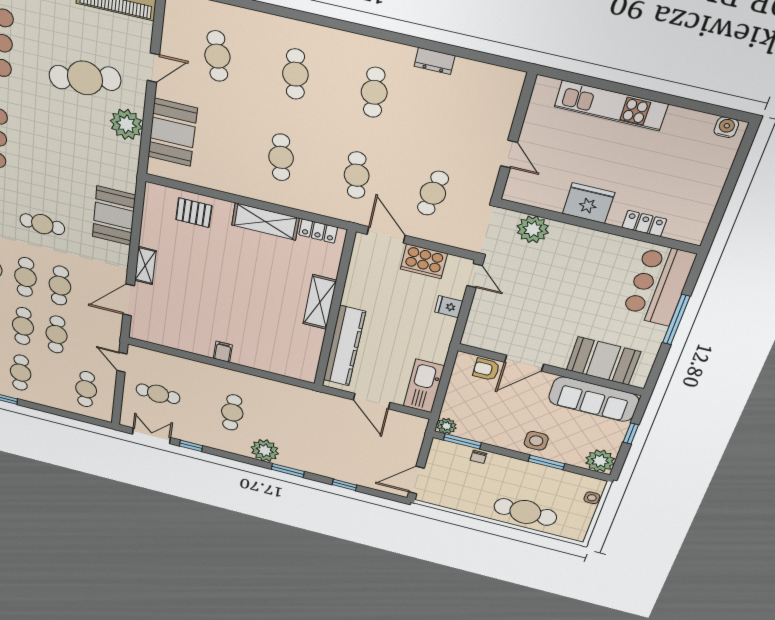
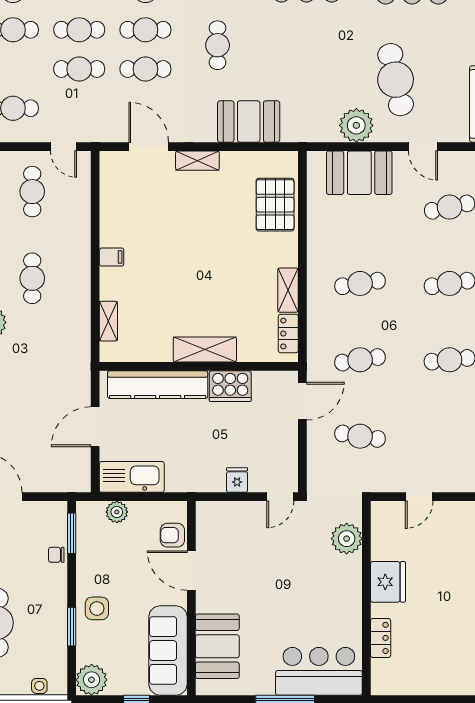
pallet: (194, 213) -> (275, 205), width x1.50, depth x1.42
shelving: (265, 222) -> (288, 290), width x0.67, depth x0.75
cooker: (424, 261) -> (230, 386), moved, turned -90
door: (122, 362) -> (64, 147), swing flipped
shelving: (279, 368) -> (108, 321), added
armchair: (486, 369) -> (172, 535), turned -90
cafe table: (232, 412) -> (32, 278), turned 90
plant: (446, 426) -> (117, 512), moved

